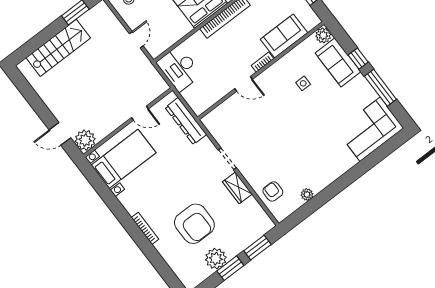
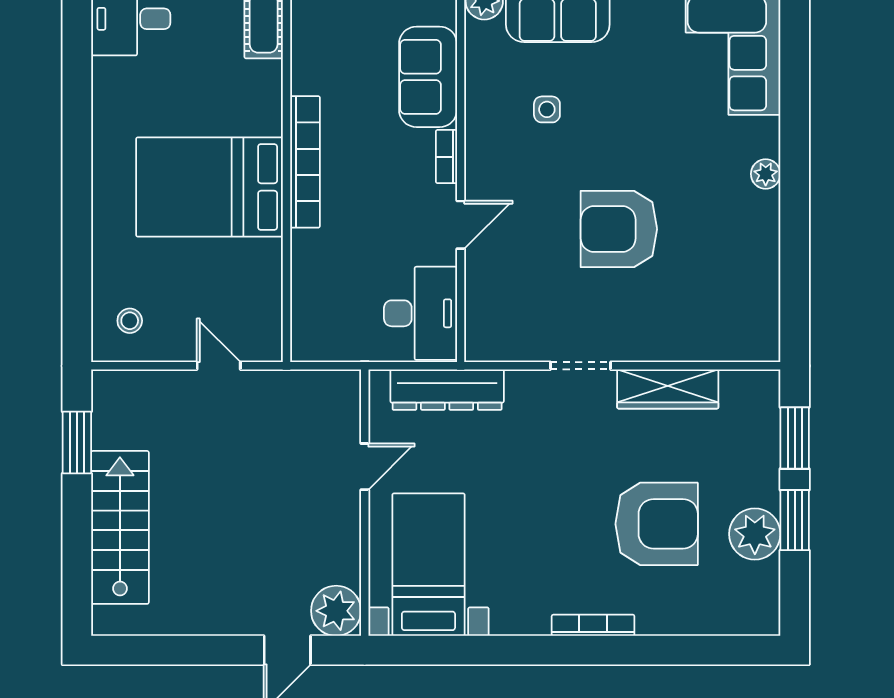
desk: (179, 69) -> (421, 313), moved, turned -90
wardrobe: (237, 188) -> (668, 389), width x1.50
armchair: (273, 191) -> (619, 229), moved, width x1.88, depth x1.88
plant: (307, 195) -> (766, 174), moved

